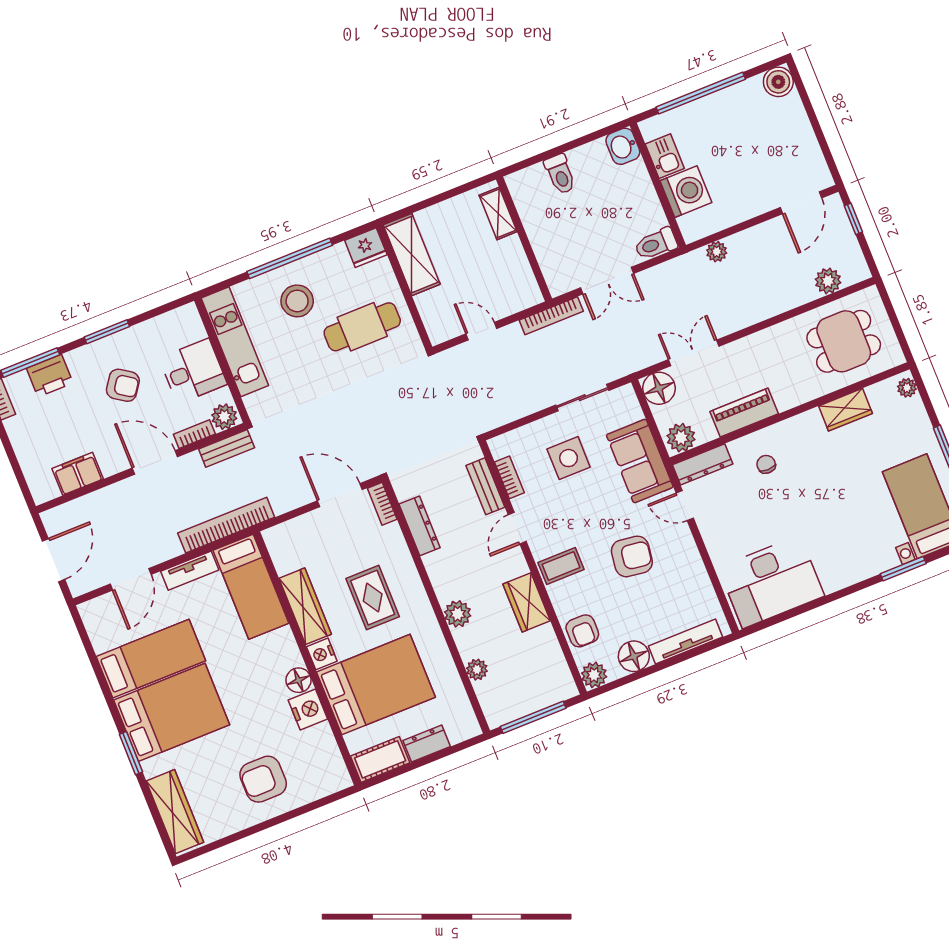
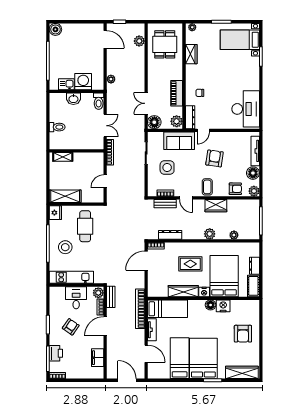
washbasin: (623, 146) -> (73, 99), moved

